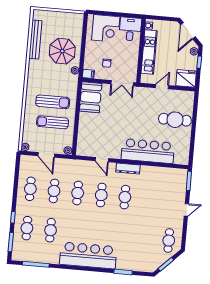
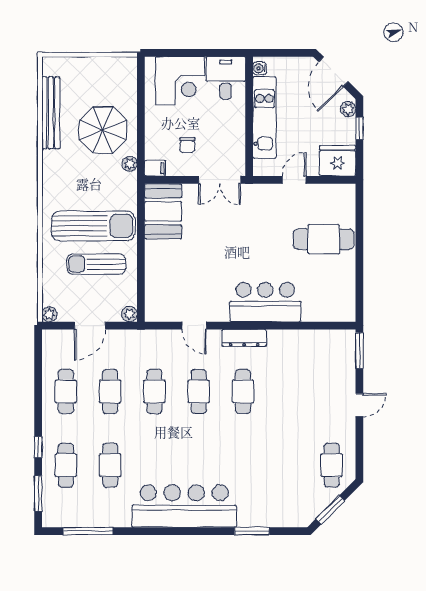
sun lounger: (53, 102) -> (93, 226), width x1.36, depth x1.34
bar counter: (148, 151) -> (265, 302), width x0.73
door: (46, 155) -> (90, 326), hinge flipped

